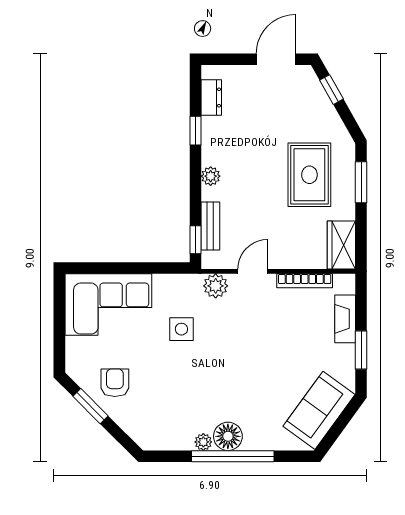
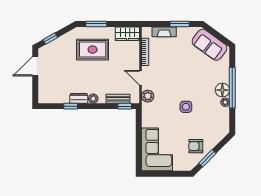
door: (276, 59) -> (35, 66), hinge flipped
dresser: (211, 98) -> (79, 98), moved
side table: (181, 329) -> (186, 107), moved

